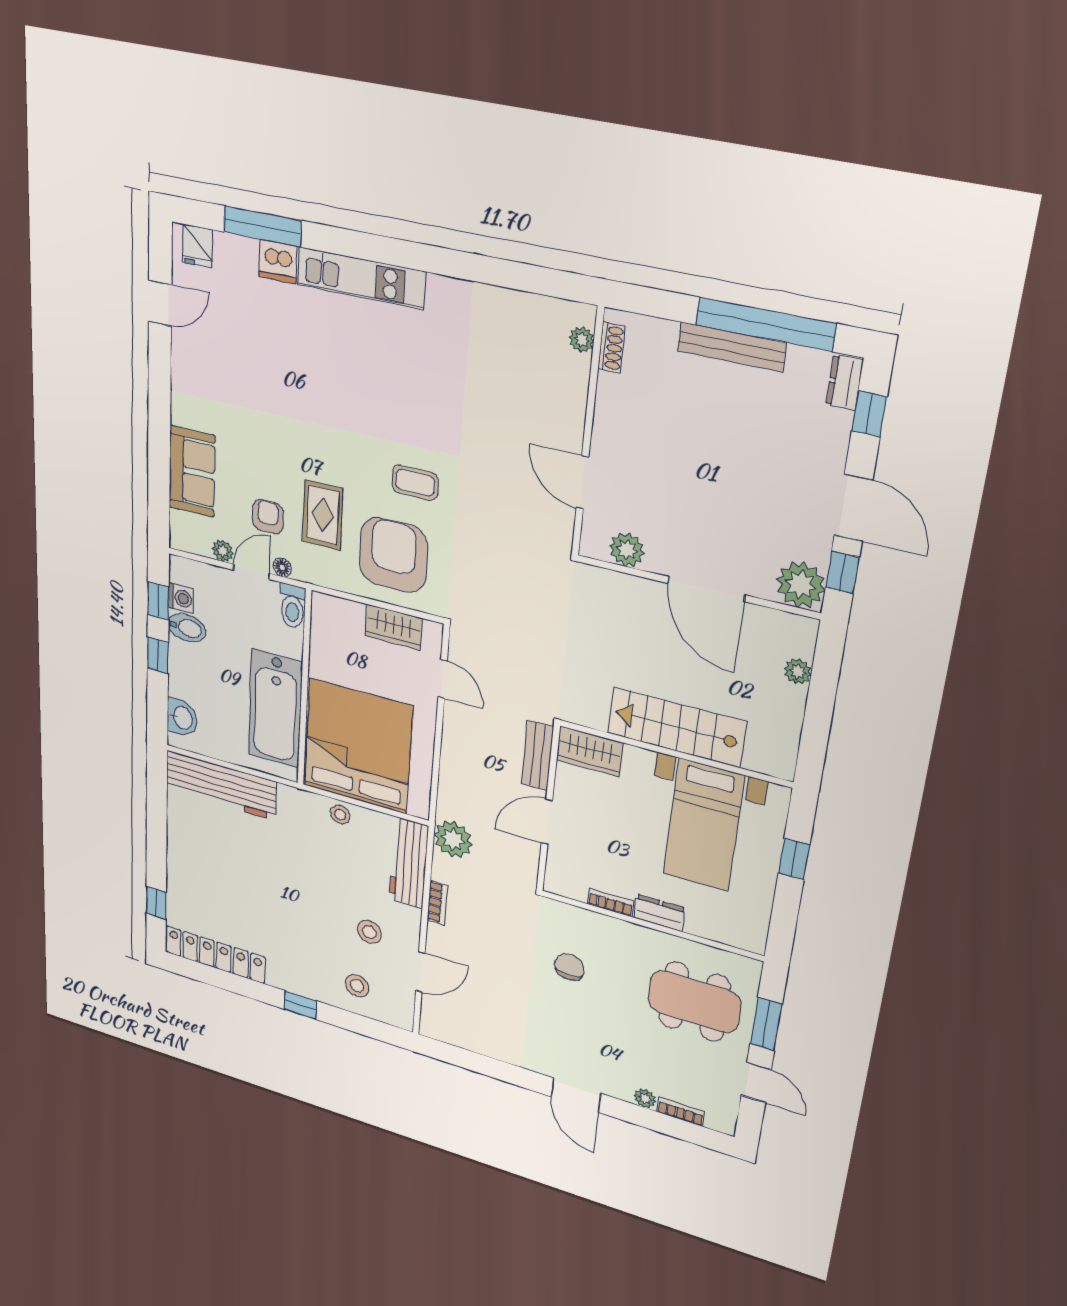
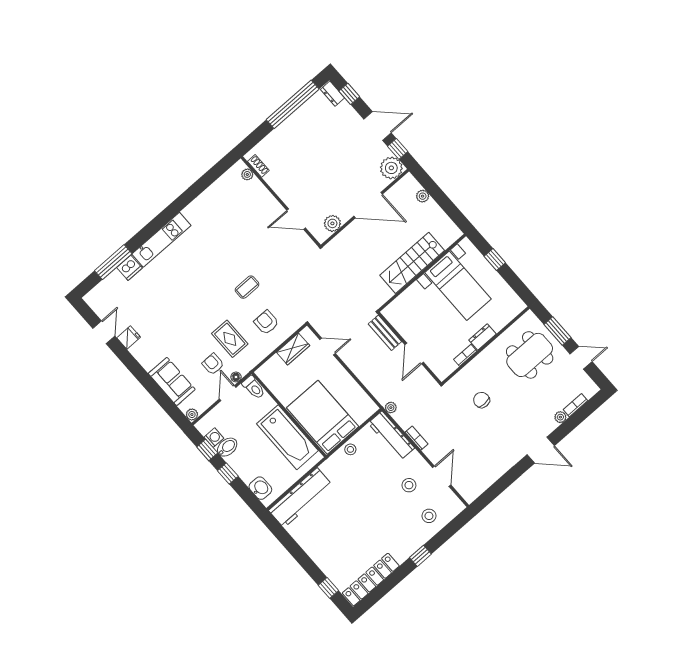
fridge: (197, 246) -> (129, 337), moved, turned -90
bench: (732, 347) -> (291, 123), removed
plant: (223, 551) -> (192, 415), moved
armchair: (393, 555) -> (266, 322), width x0.53, depth x0.53
bed: (358, 746) -> (323, 417), width x0.73
wardrobe: (590, 751) -> (398, 308), removed
plant: (453, 839) -> (391, 408), width x0.53, depth x0.53

